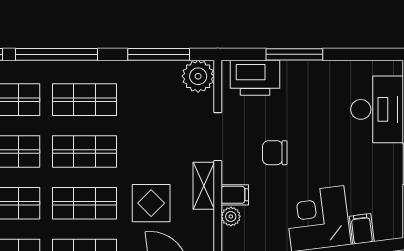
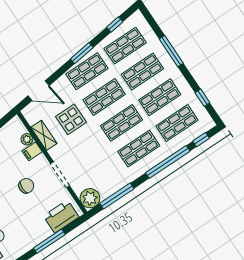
shelving: (204, 186) -> (44, 135), moved

